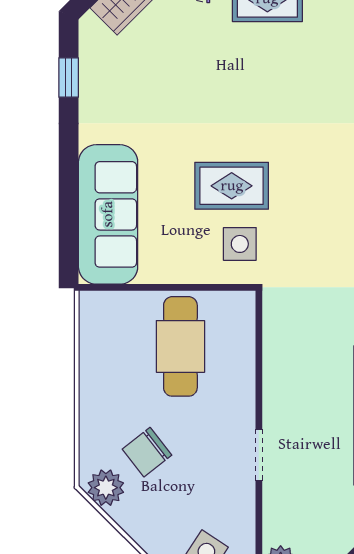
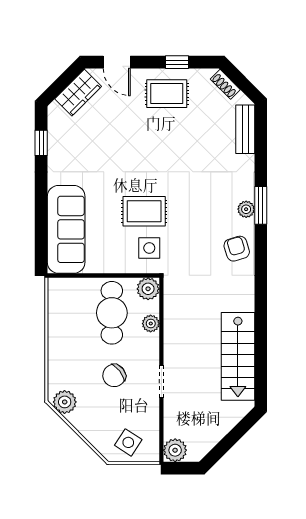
plant: (238, 308) -> (148, 289), added
plant: (242, 363) -> (151, 324), added
chair: (147, 452) -> (114, 375), moved

